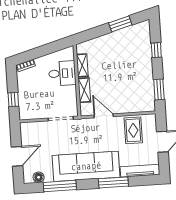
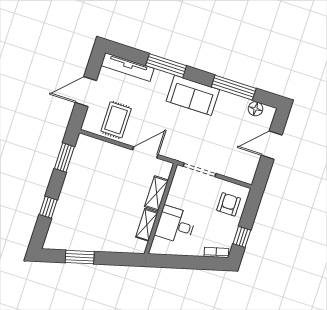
window: (13, 99) -> (242, 237), moved
armchair: (31, 103) -> (229, 204), added
door: (104, 116) -> (145, 152), swing flipped
sofa: (86, 166) -> (193, 95), width x0.54, depth x0.79

